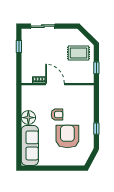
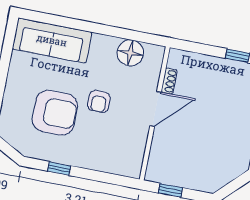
rug: (78, 53) -> (204, 163), removed
floor lamp: (28, 118) -> (130, 53), moved

